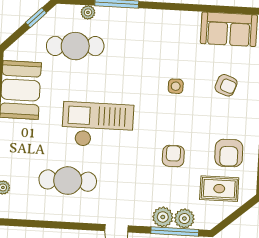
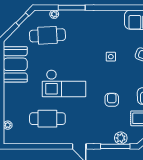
checkout: (98, 125) -> (64, 83), turned 180
plant: (163, 217) -> (107, 138), removed

